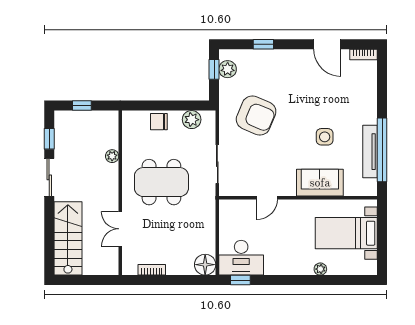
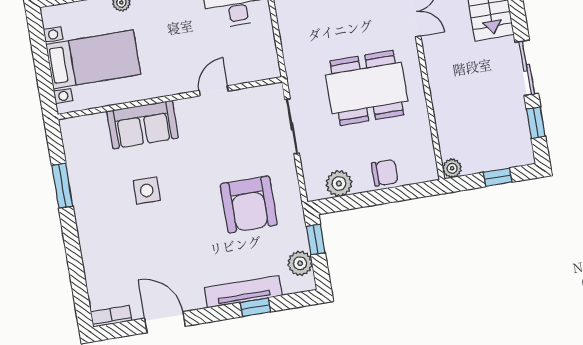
window: (214, 69) -> (316, 240), moved
armchair: (256, 116) -> (249, 204), turned -113
window: (382, 150) -> (62, 186), width x0.47
tv unit: (370, 152) -> (243, 292), moved, turned -90
plant: (112, 156) -> (452, 168), moved

